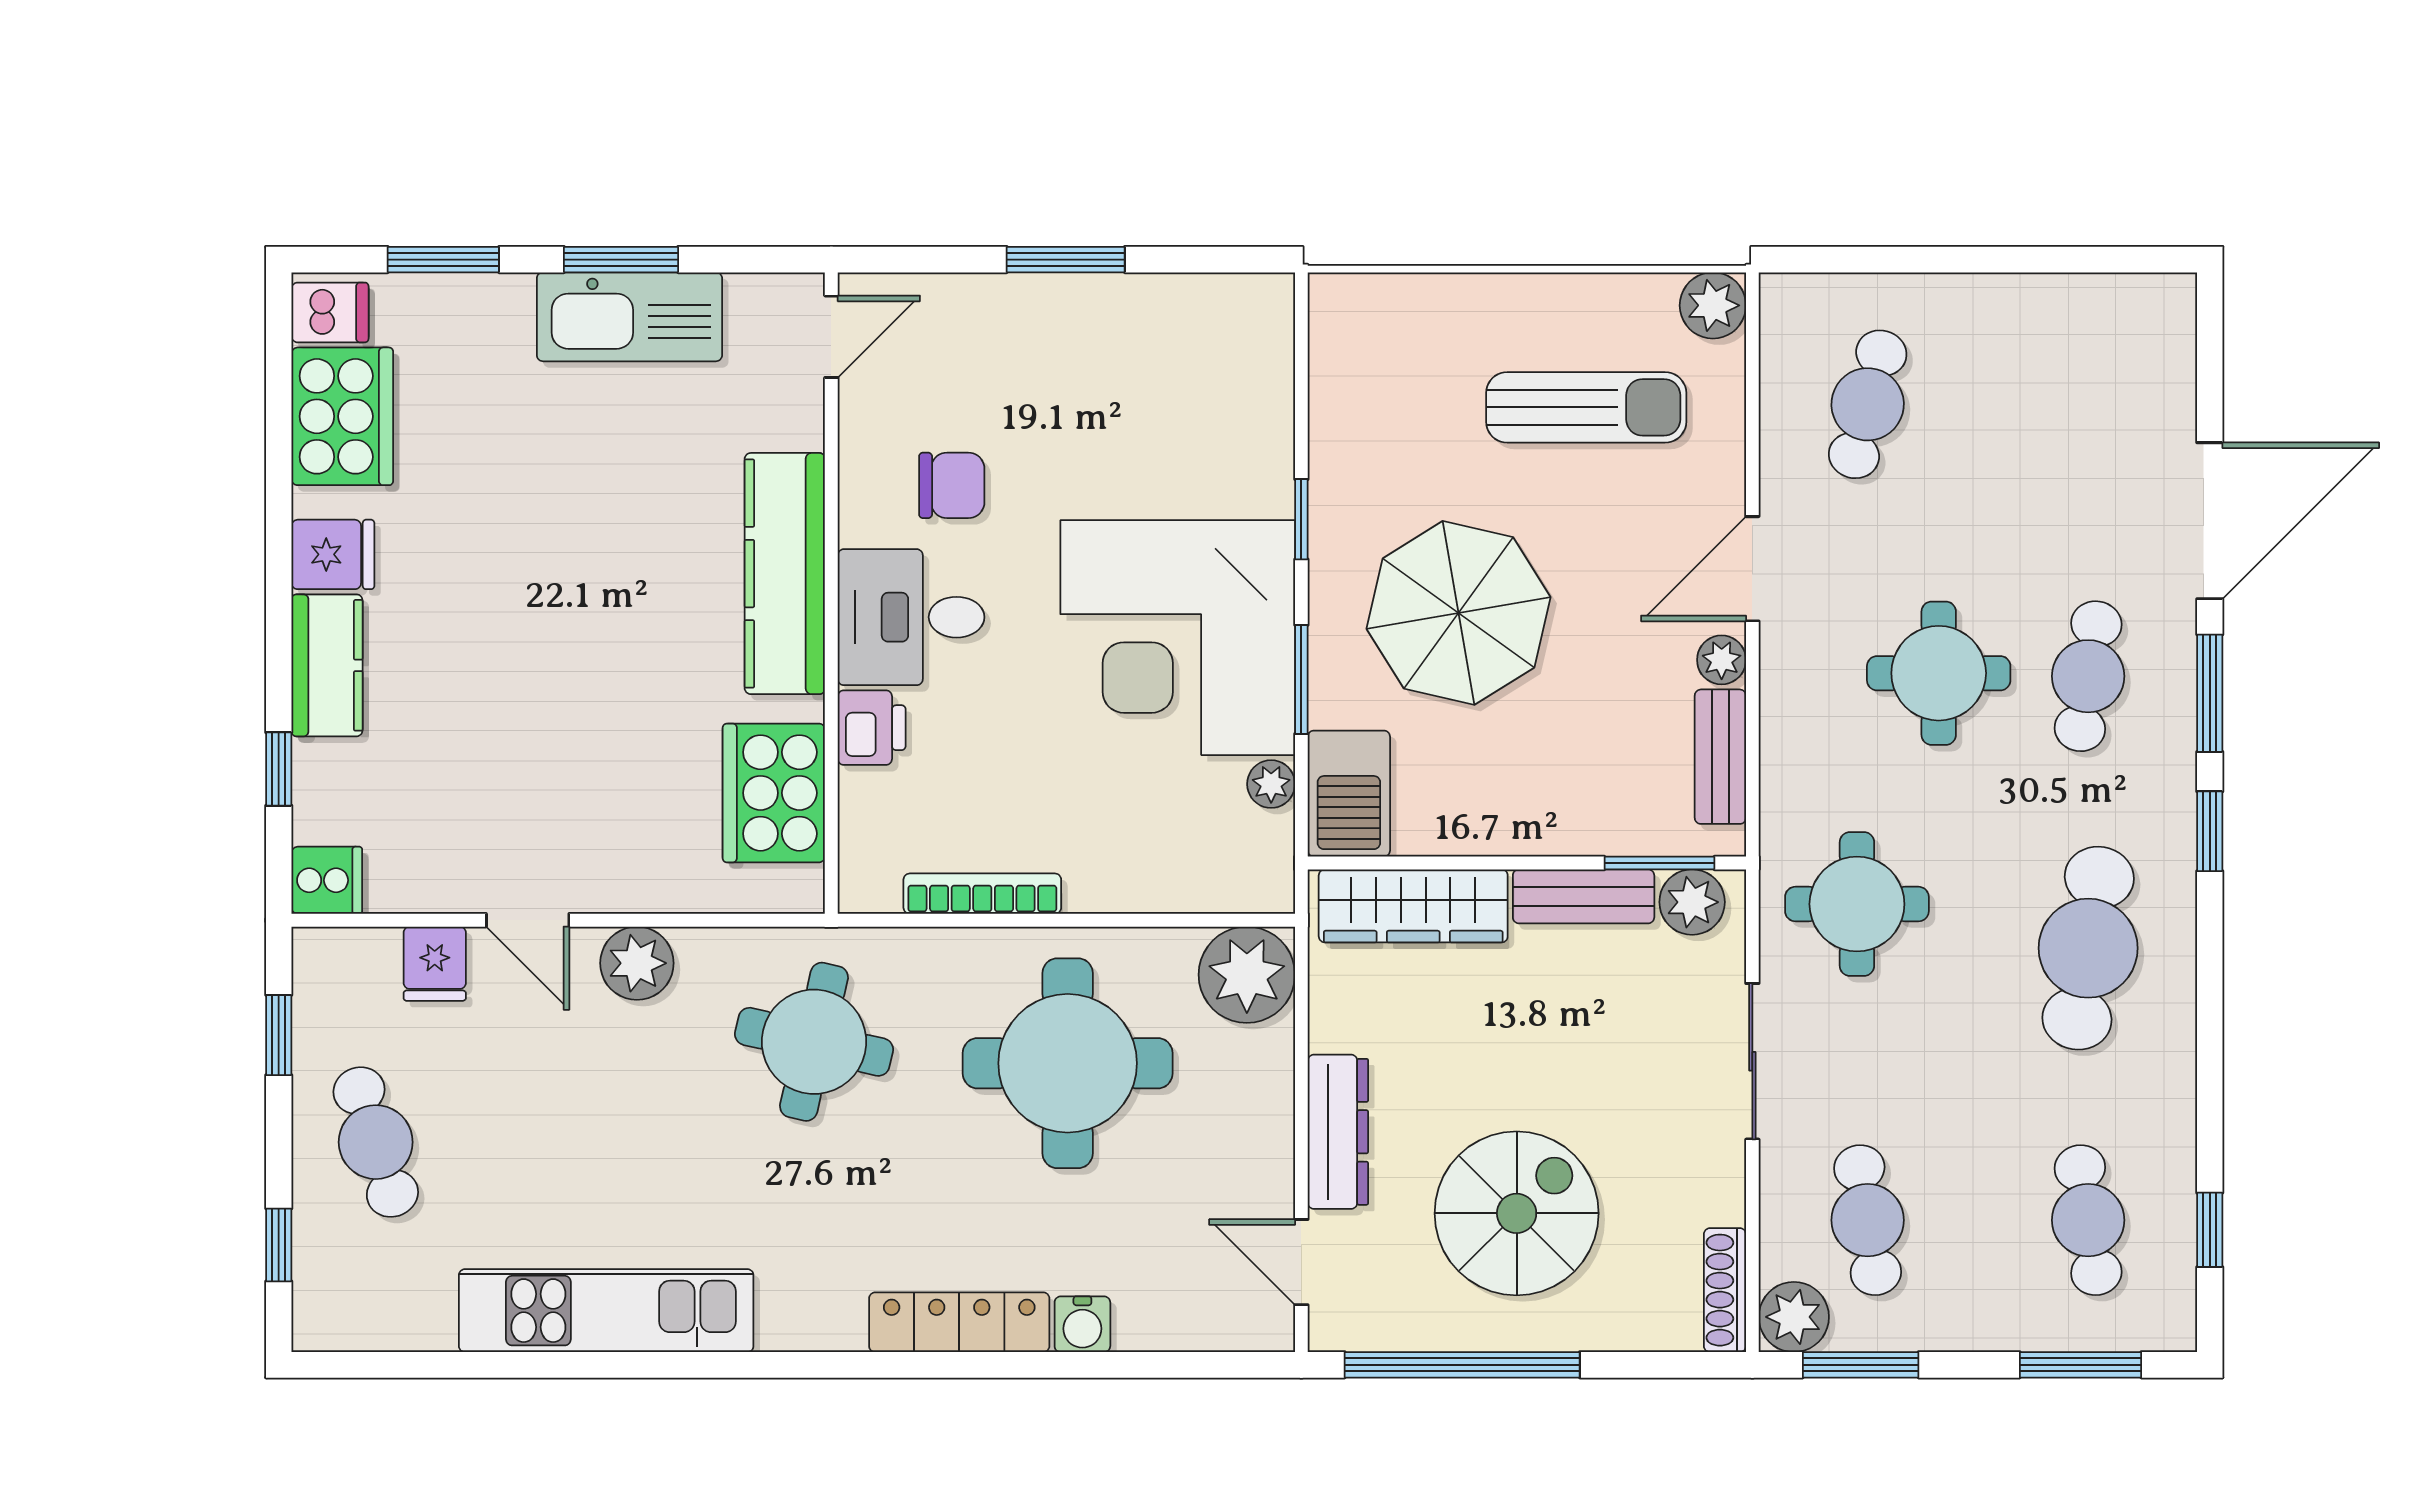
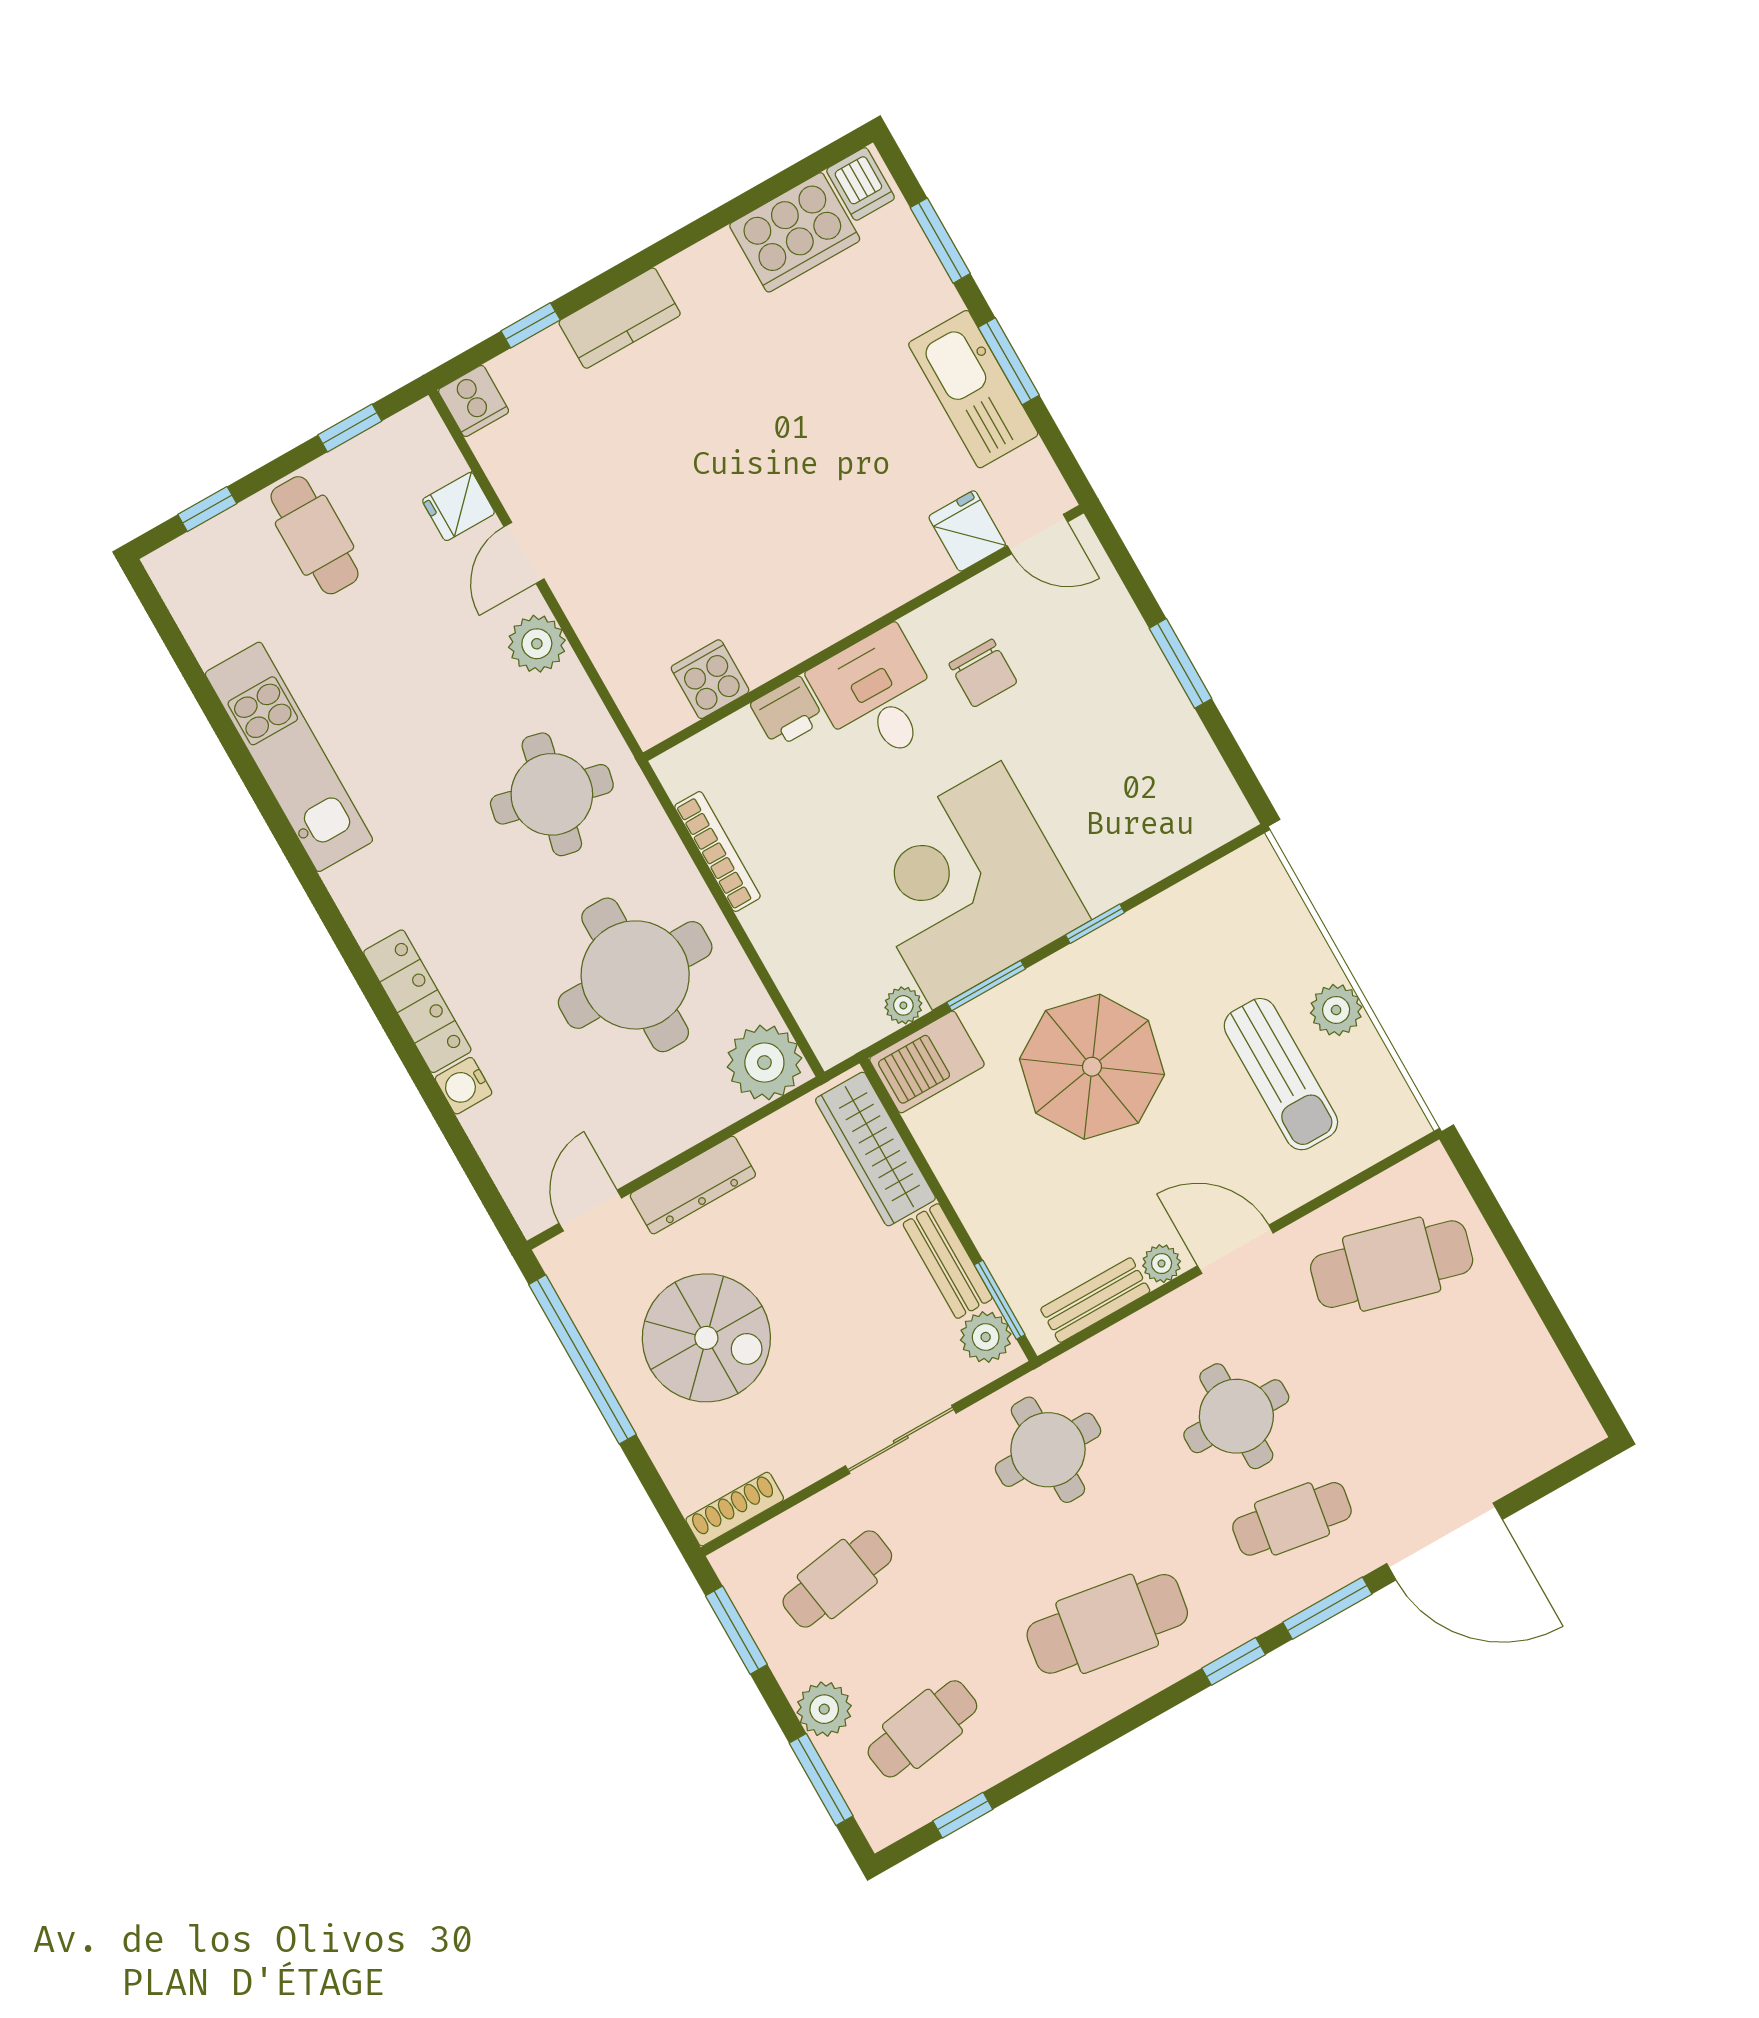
plant: (1713, 305) -> (1336, 1010), moved
cafe table: (1868, 404) -> (1392, 1264), width x1.37, depth x1.35
fridge: (333, 554) -> (967, 531), moved, turned 180
kitchen counter: (785, 574) -> (859, 594), removed
cooker: (774, 793) -> (710, 679), width x0.53, depth x0.76
cafe table: (376, 1142) -> (315, 535), turned -72
plant: (1794, 1317) -> (824, 1709), moved

